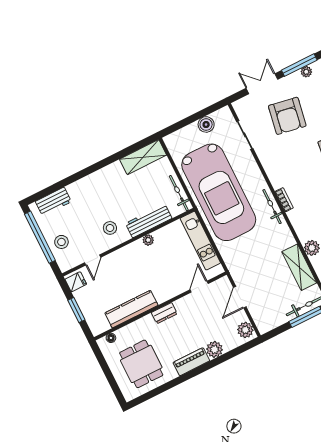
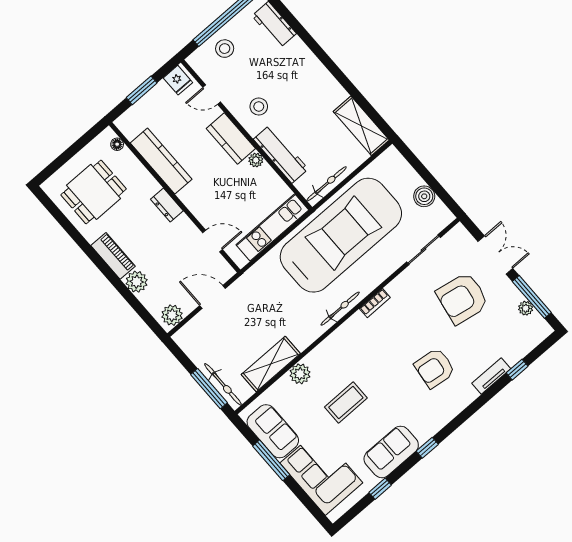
car: (219, 192) -> (341, 235), turned 180
bookcase: (284, 200) -> (375, 303), moved
kitchen counter: (128, 254) -> (231, 138), added

